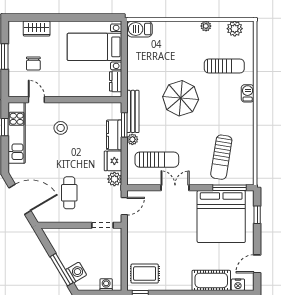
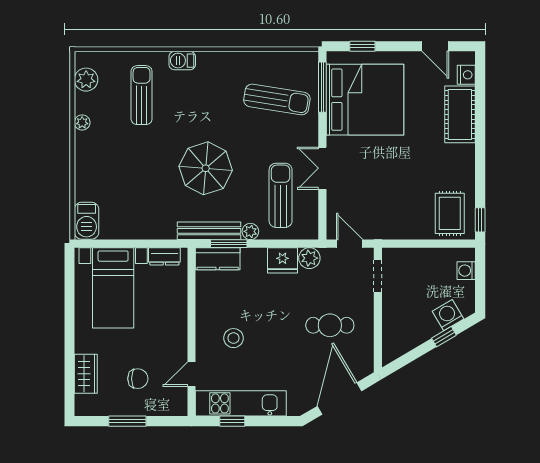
parasol: (181, 98) -> (206, 168), moved
kitchen counter: (114, 135) -> (218, 259), moved
window: (62, 270) -> (444, 337), width x0.46

